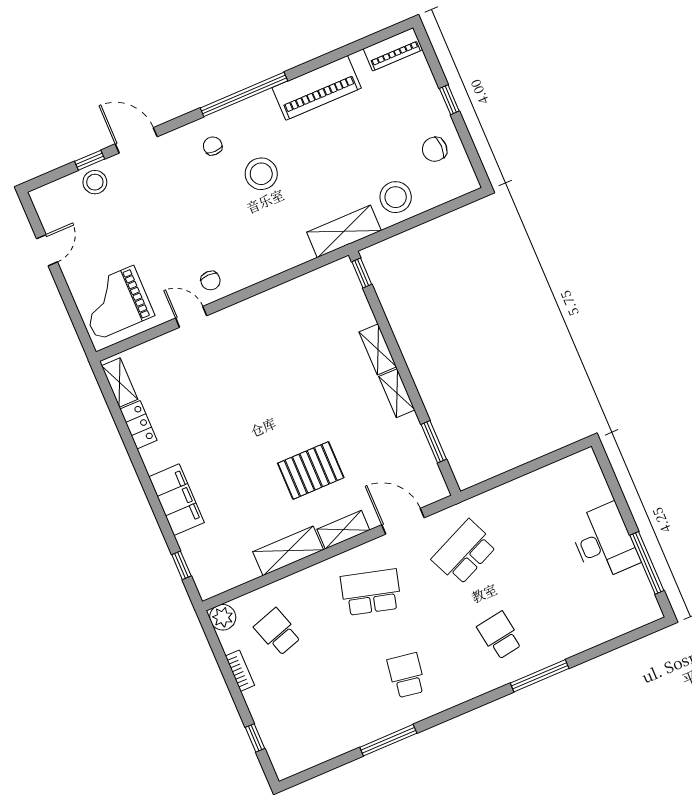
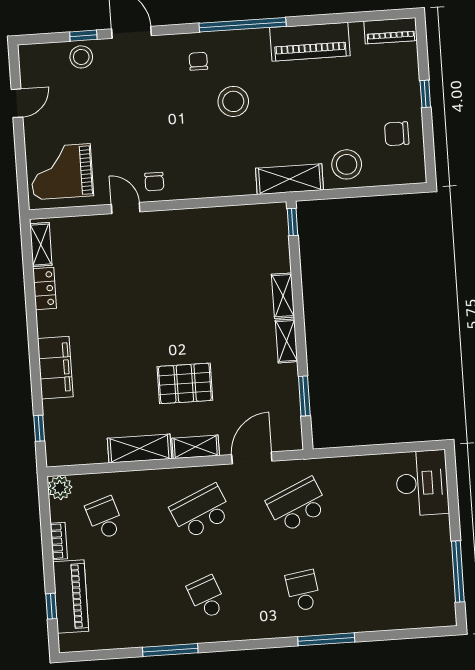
door: (403, 521) -> (252, 458), hinge flipped
desk: (604, 542) -> (422, 483), moved
school desk: (371, 592) -> (201, 511), turned -39
school desk: (406, 675) -> (207, 597), turned -30
piano: (271, 722) -> (71, 596), added

